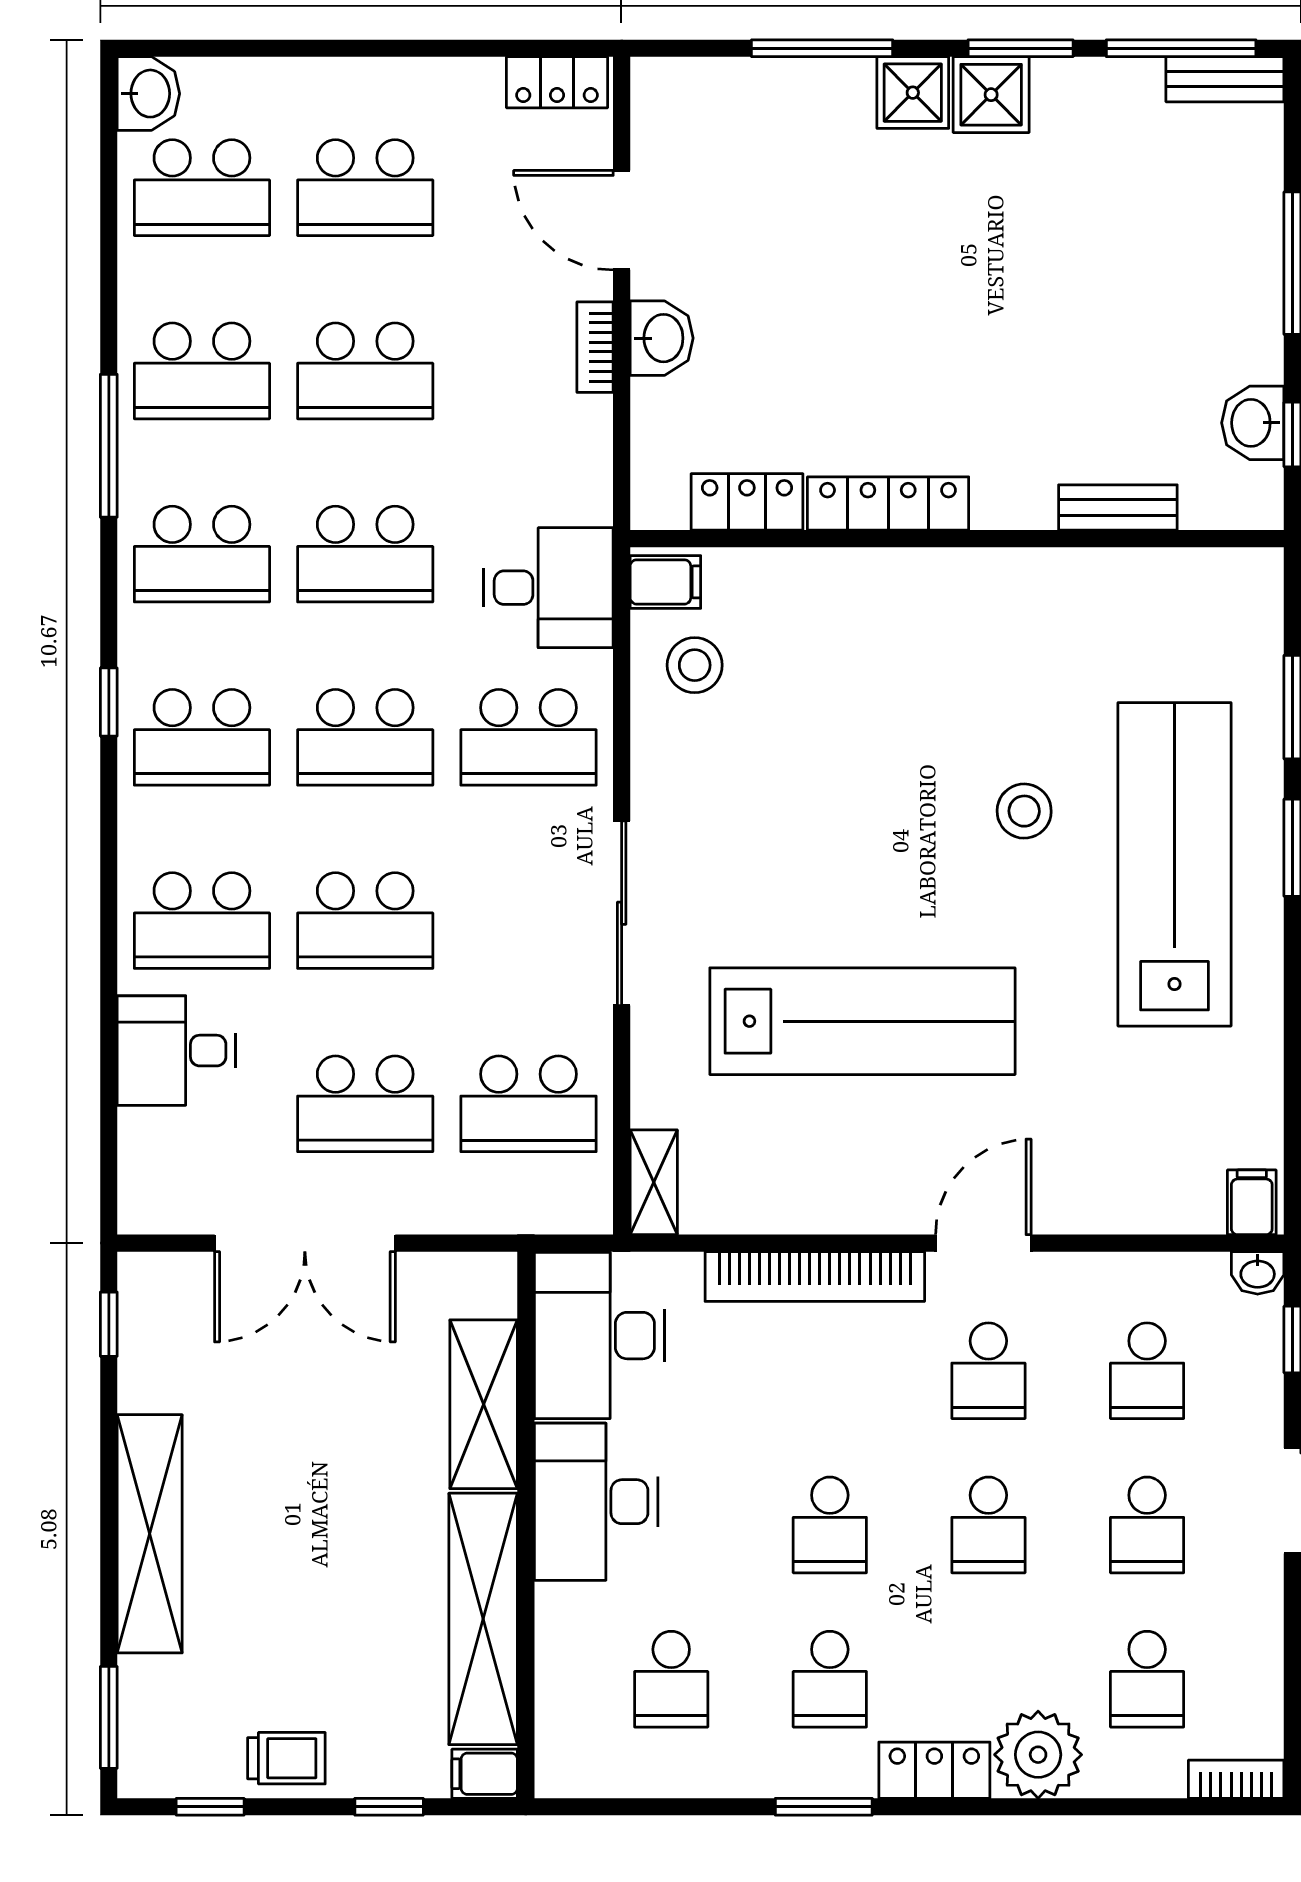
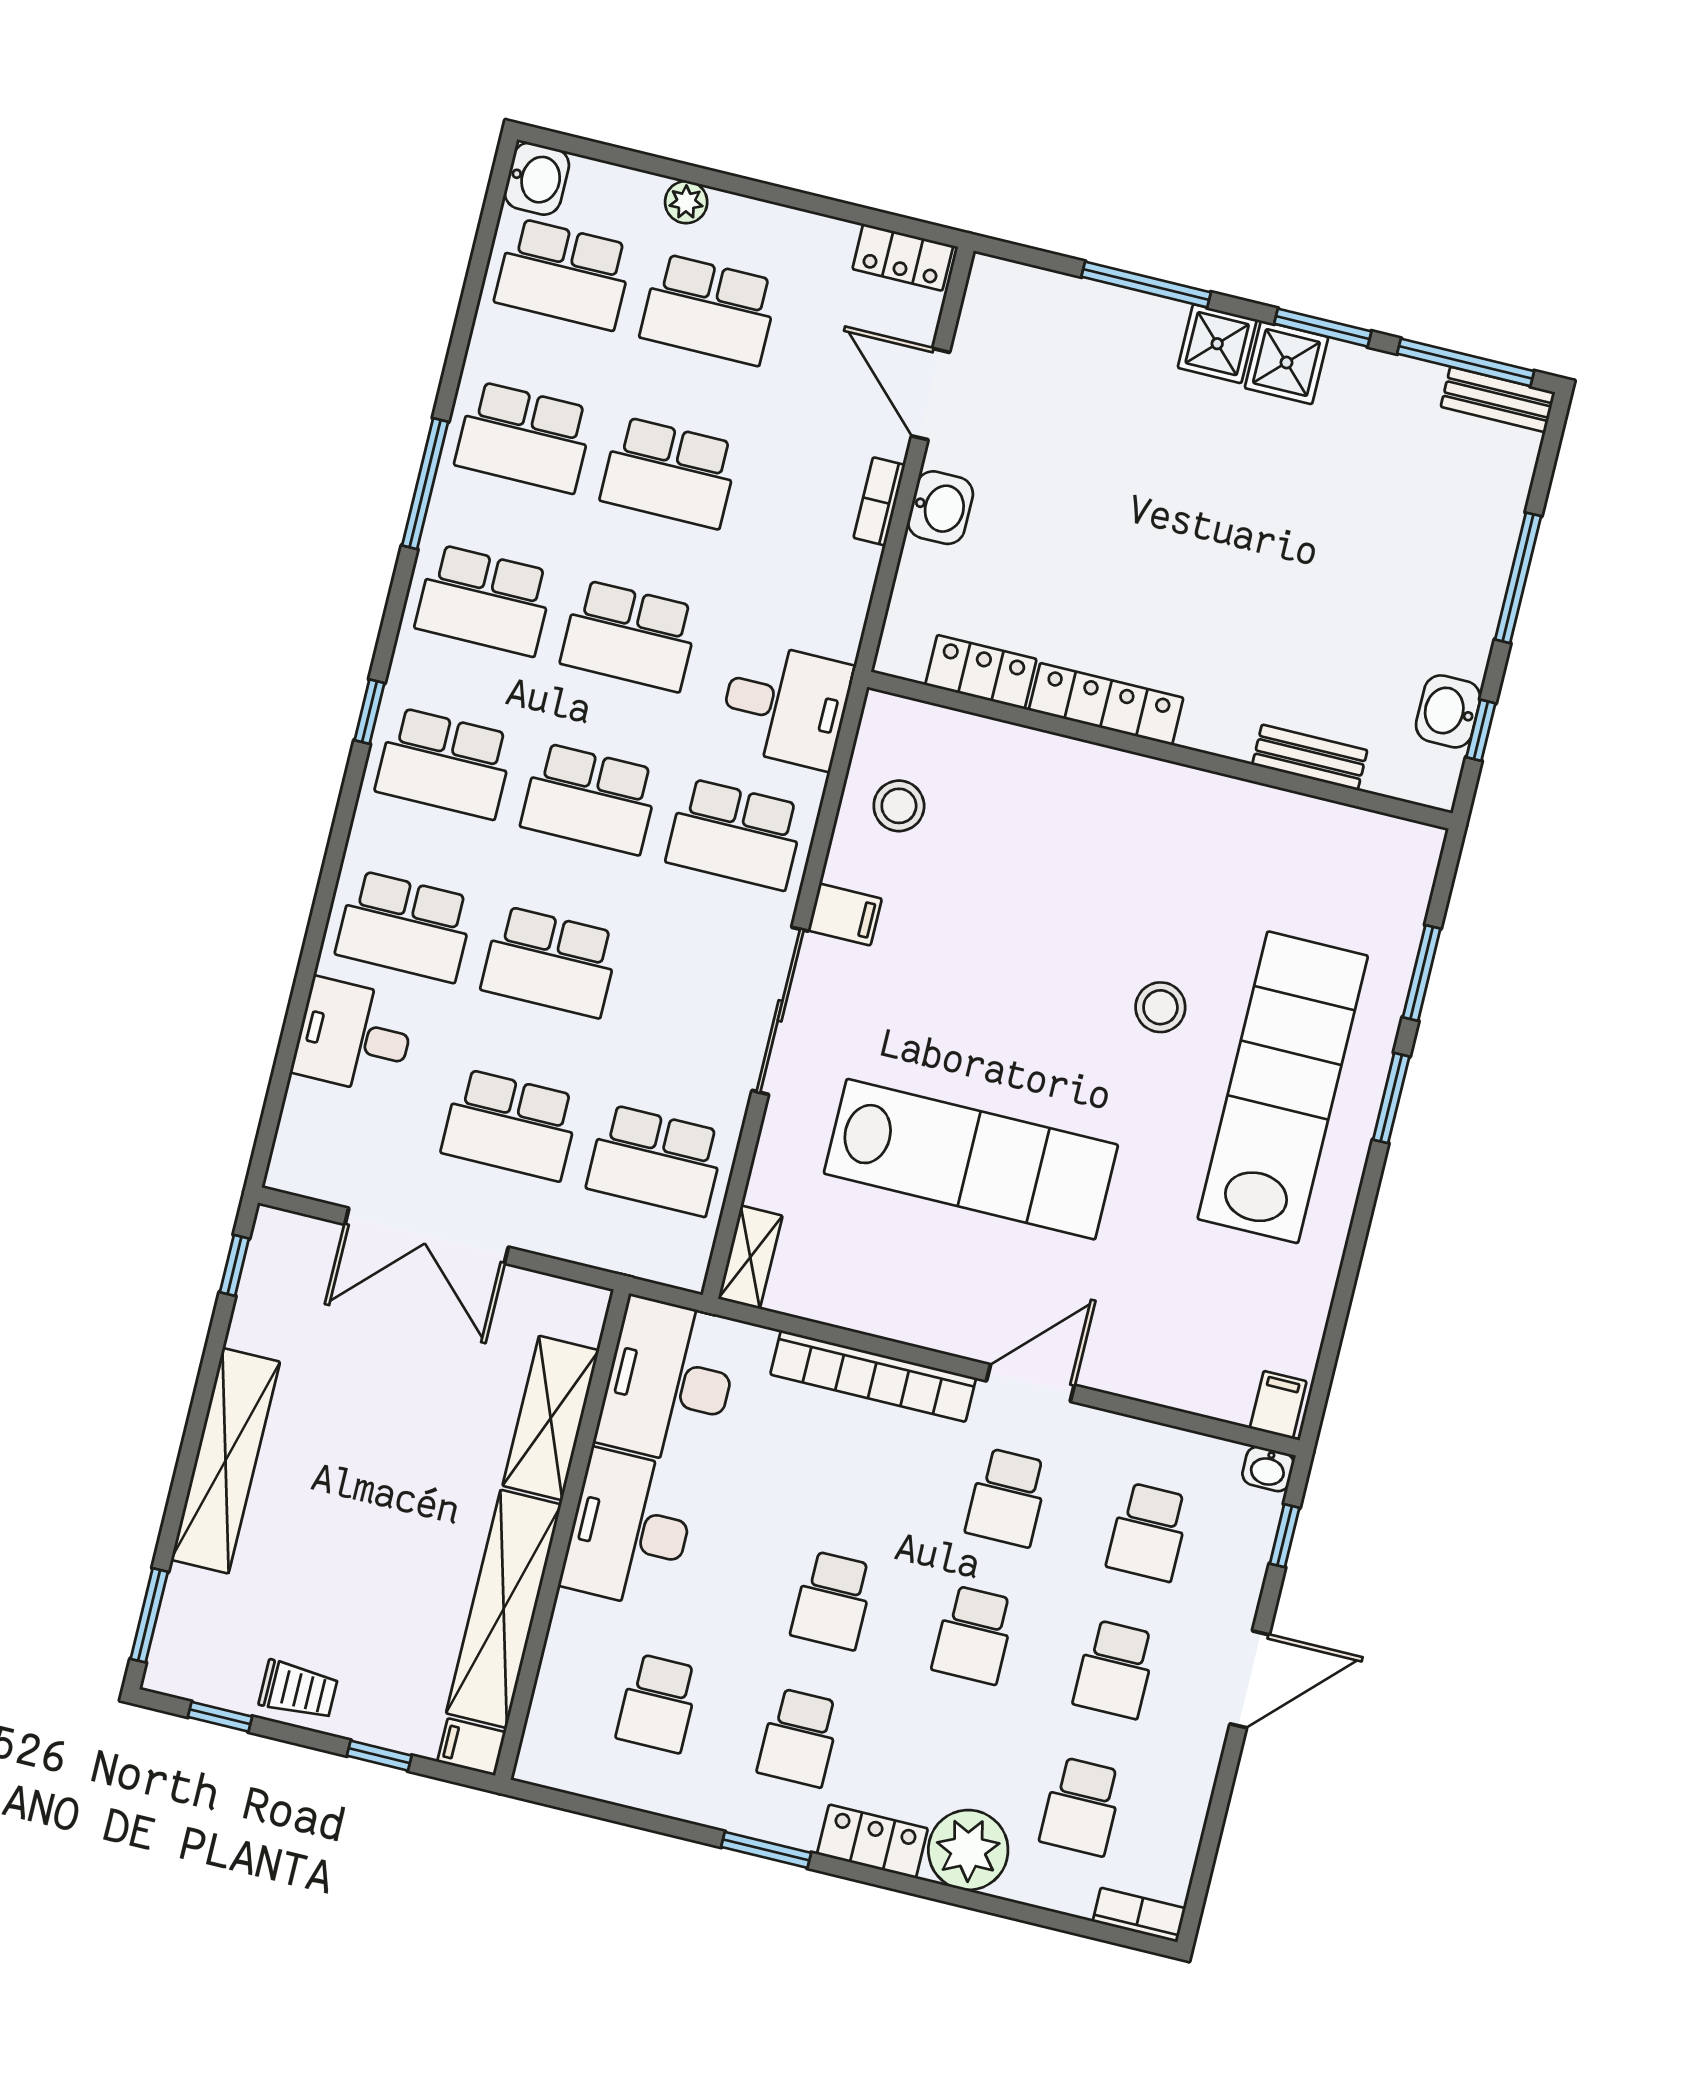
plant: (313, 80) -> (686, 202), added
filing cabinet: (665, 582) -> (845, 915), moved

